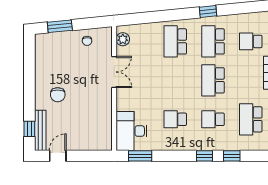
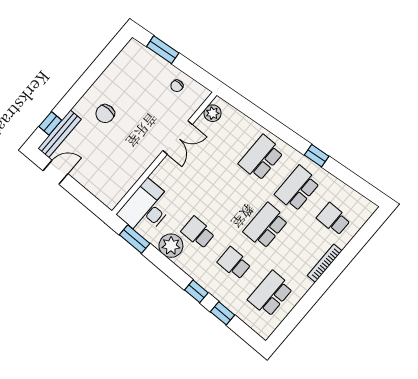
plant: (166, 141) -> (171, 246), added

